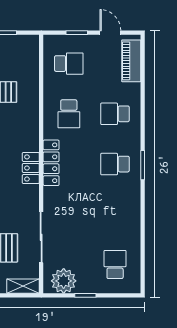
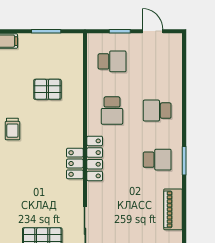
piano: (131, 61) -> (173, 209), moved
school desk: (115, 164) -> (157, 160), turned 180

